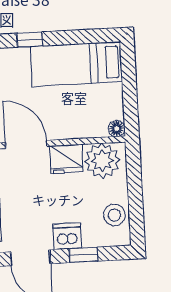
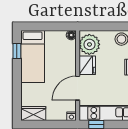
window: (30, 40) -> (17, 51), moved

